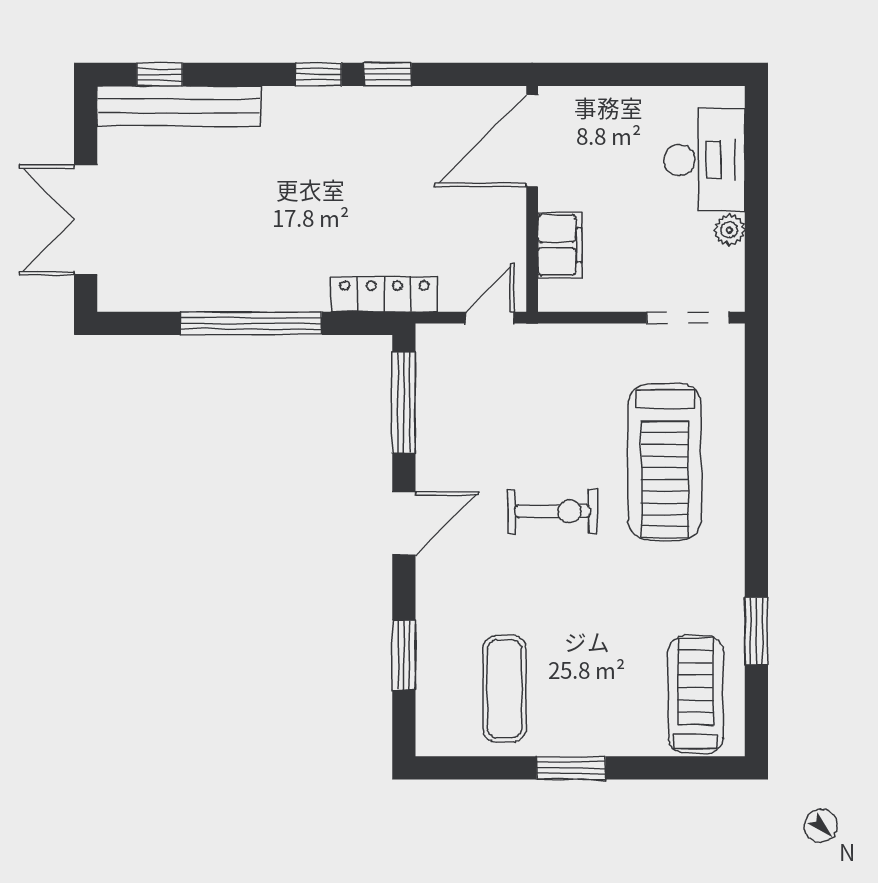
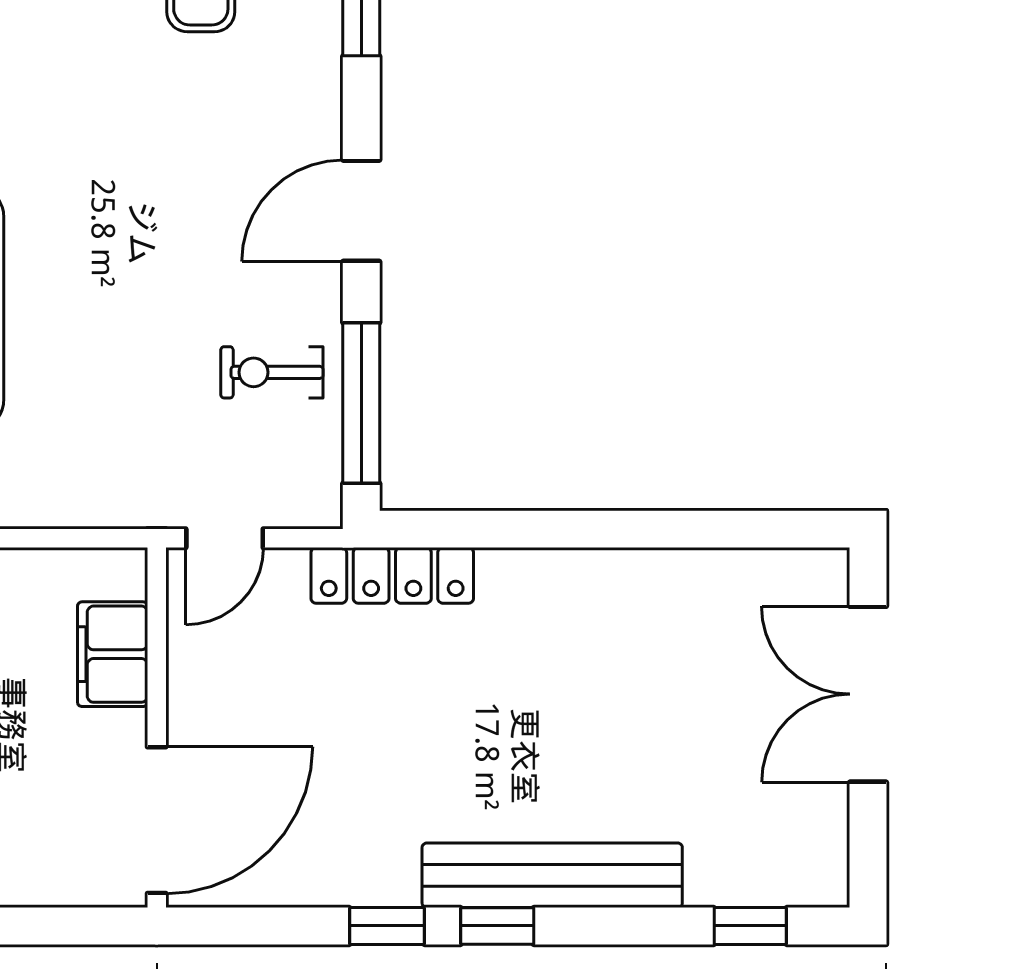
bench: (179, 106) -> (552, 875), moved
double door: (86, 220) -> (868, 694), swing flipped
window: (251, 323) -> (604, 529), removed
exercise bike: (553, 511) -> (272, 372), moved, width x0.73, depth x0.72

